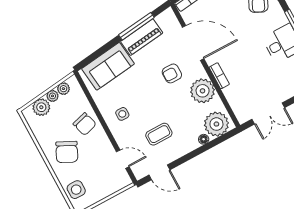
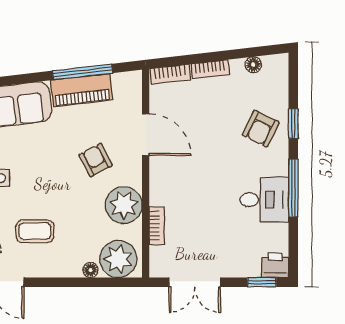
door: (193, 43) -> (146, 135), width x0.73
armchair: (172, 73) -> (96, 160), turned 62
bookcase: (219, 76) -> (157, 226), moved

